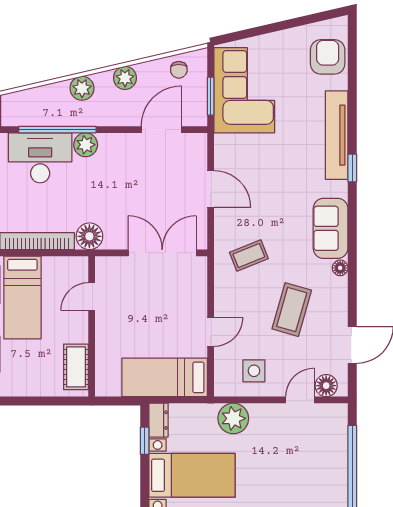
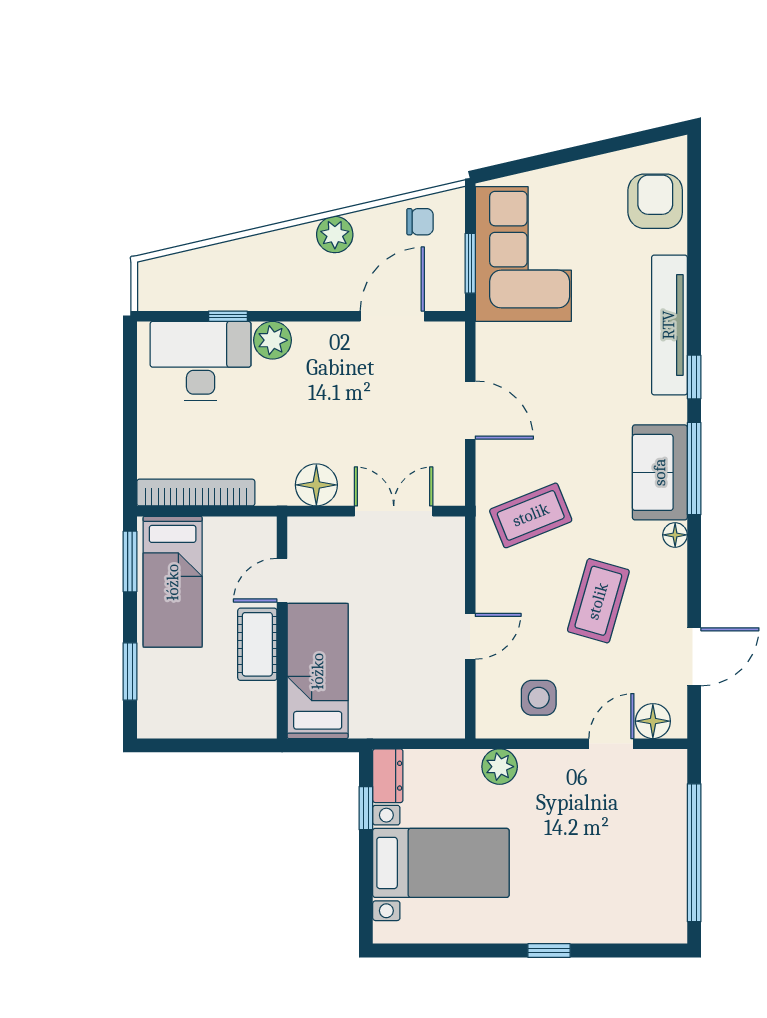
chair: (179, 70) -> (420, 222), turned -90
plant: (82, 88) -> (267, 251), removed
window: (57, 130) -> (228, 316), width x0.32
window: (352, 226) -> (694, 469), added
floor lamp: (89, 236) -> (316, 485), moved
double door: (162, 253) -> (394, 511), width x0.73
coffee table: (249, 256) -> (531, 515), width x1.36, depth x1.30
cot: (76, 367) -> (257, 644), moved
bed: (165, 377) -> (318, 671), moved, turned 90
plant: (233, 418) -> (500, 767), width x0.73, depth x0.73

